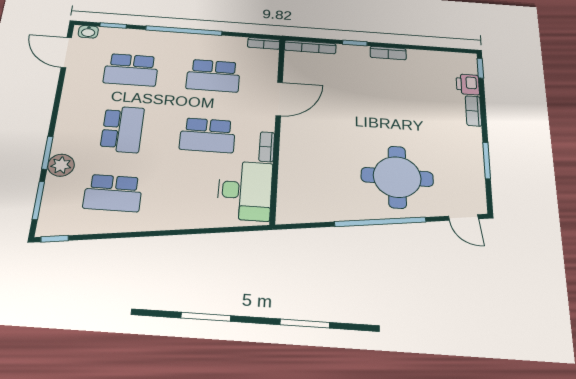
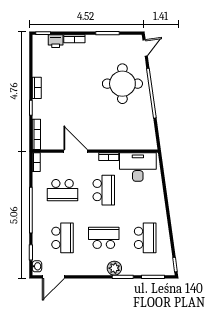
school desk: (213, 76) -> (63, 190), turned 90
plant: (61, 165) -> (114, 268), moved

